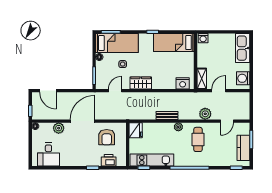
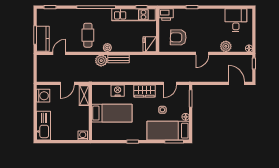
bed: (174, 43) -> (112, 113), moved
nightstand: (183, 83) -> (118, 91), moved
plant: (205, 114) -> (101, 61), moved
door: (82, 121) -> (202, 53), width x0.53
armchair: (107, 137) -> (178, 37), turned -88
kitchen counter: (243, 148) -> (43, 39), moved
printer: (109, 160) -> (166, 14), moved

